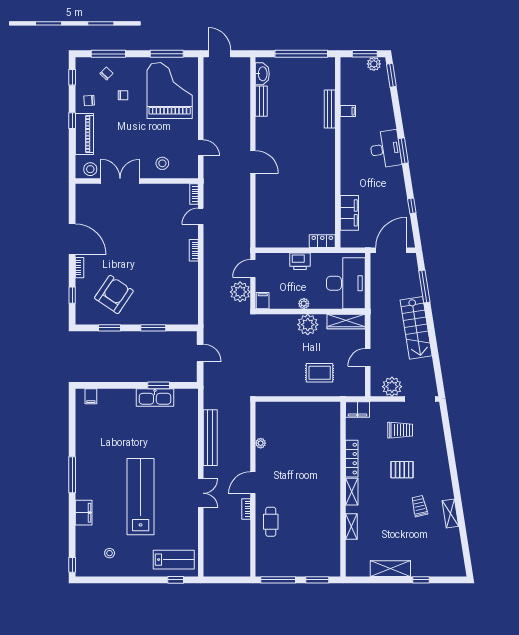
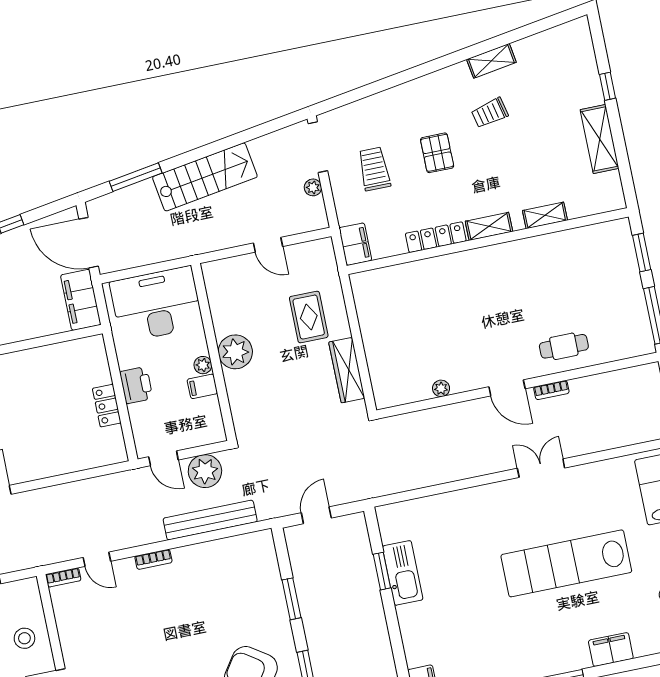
filing cabinet: (349, 213) -> (81, 300), moved, turned -90
locker: (322, 241) -> (107, 406), moved
filing cabinet: (263, 301) -> (202, 386), moved
wardrobe: (346, 322) -> (347, 370), moved, turned 180
plant: (392, 387) -> (313, 187), width x0.53, depth x0.53
bench: (210, 438) -> (210, 520), moved

